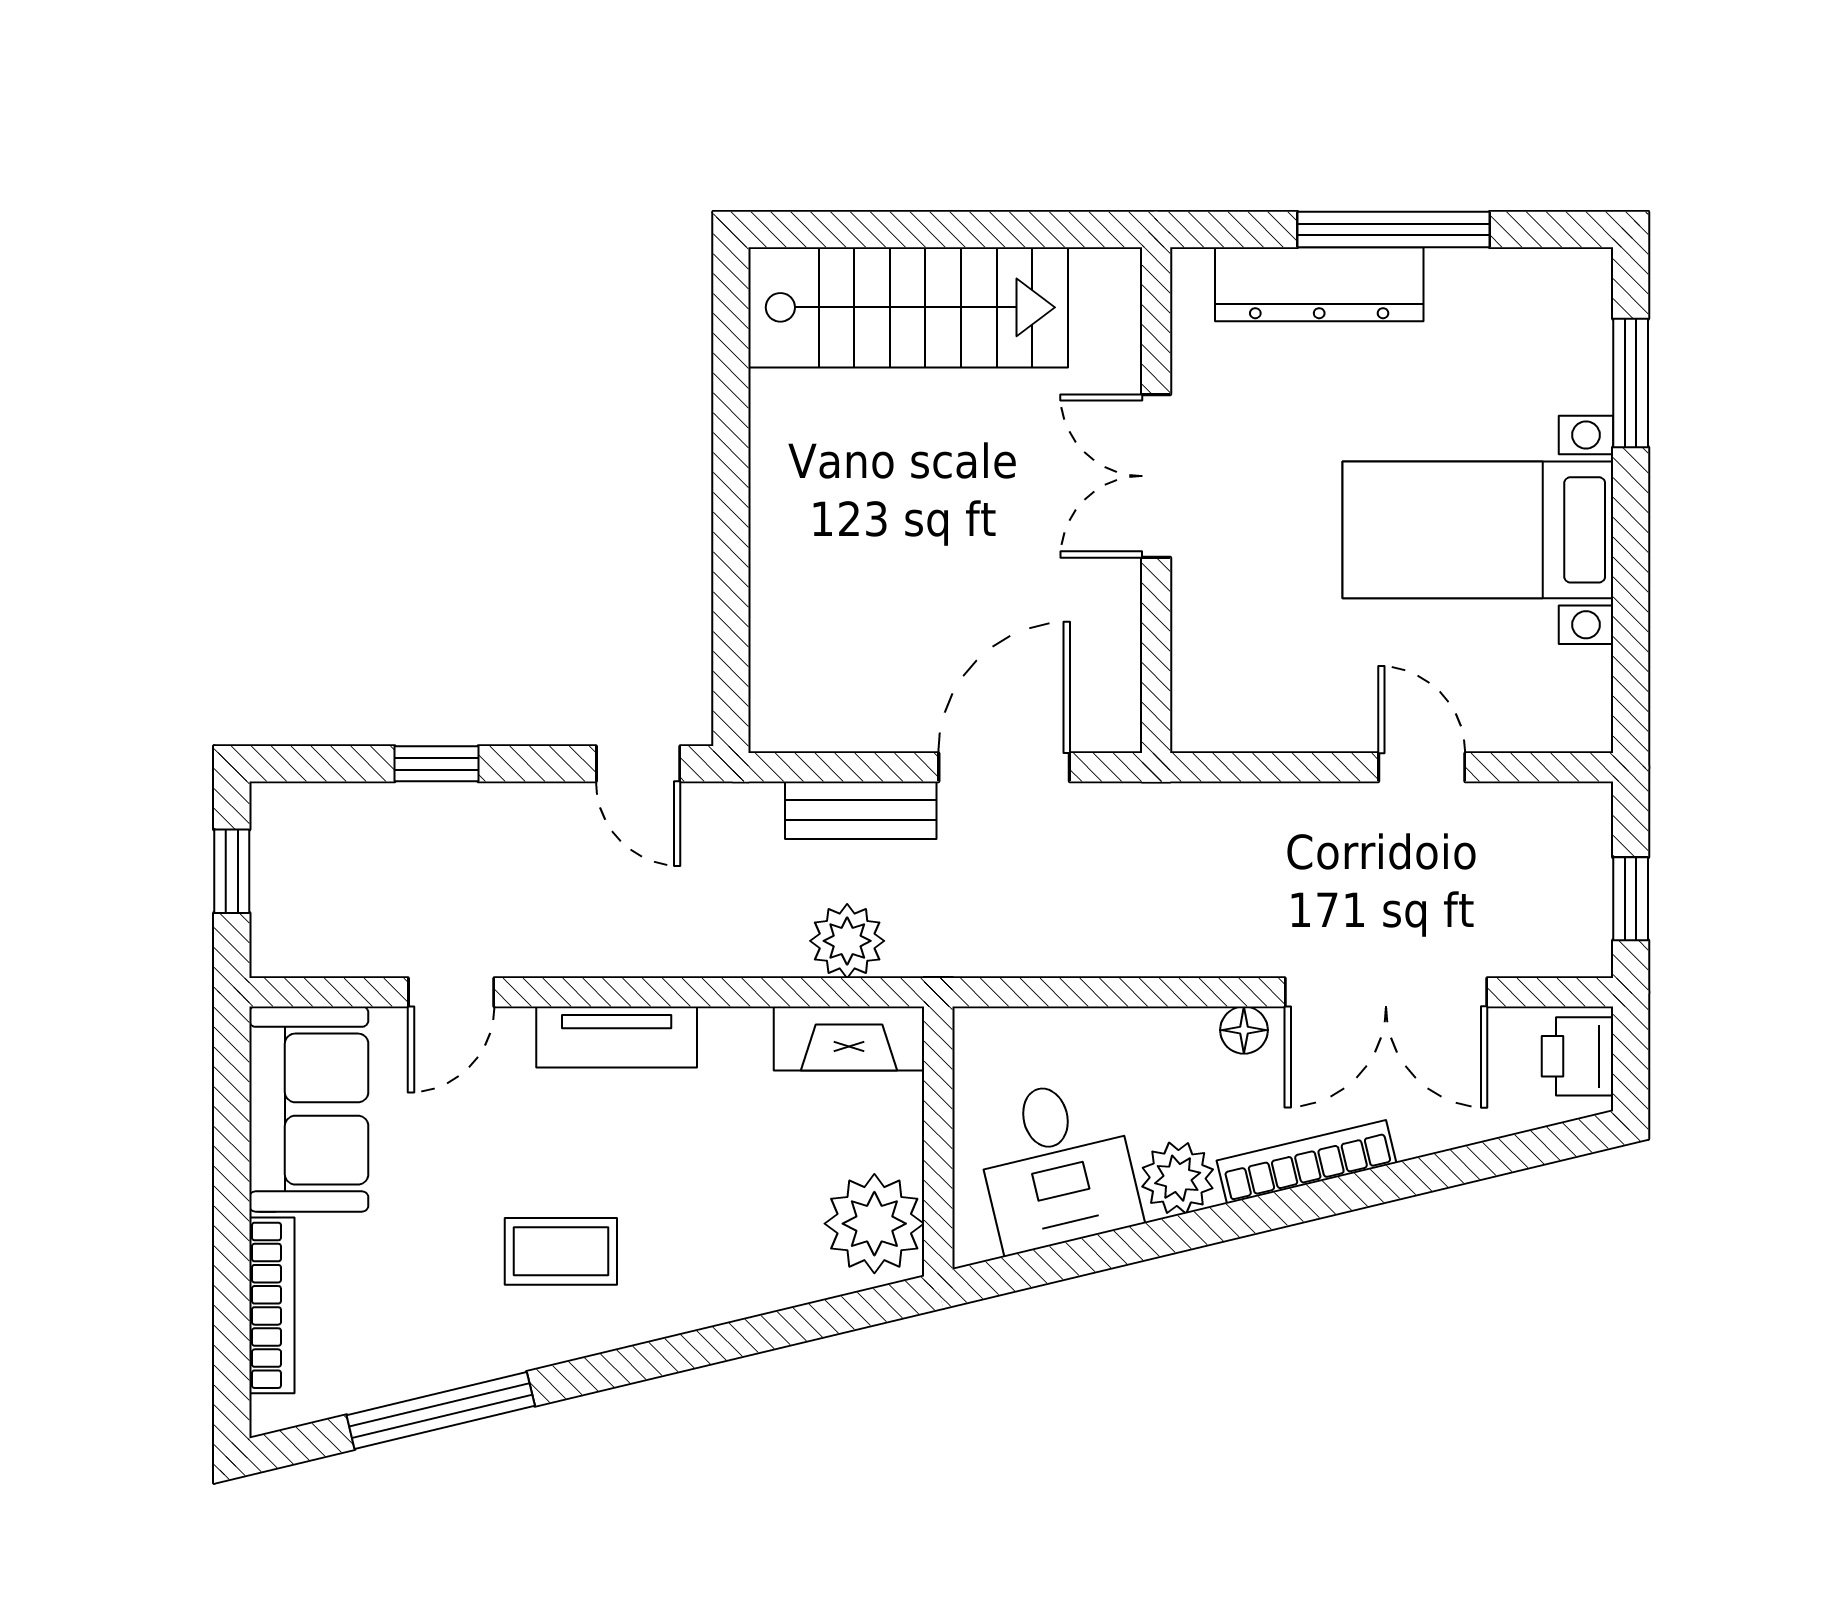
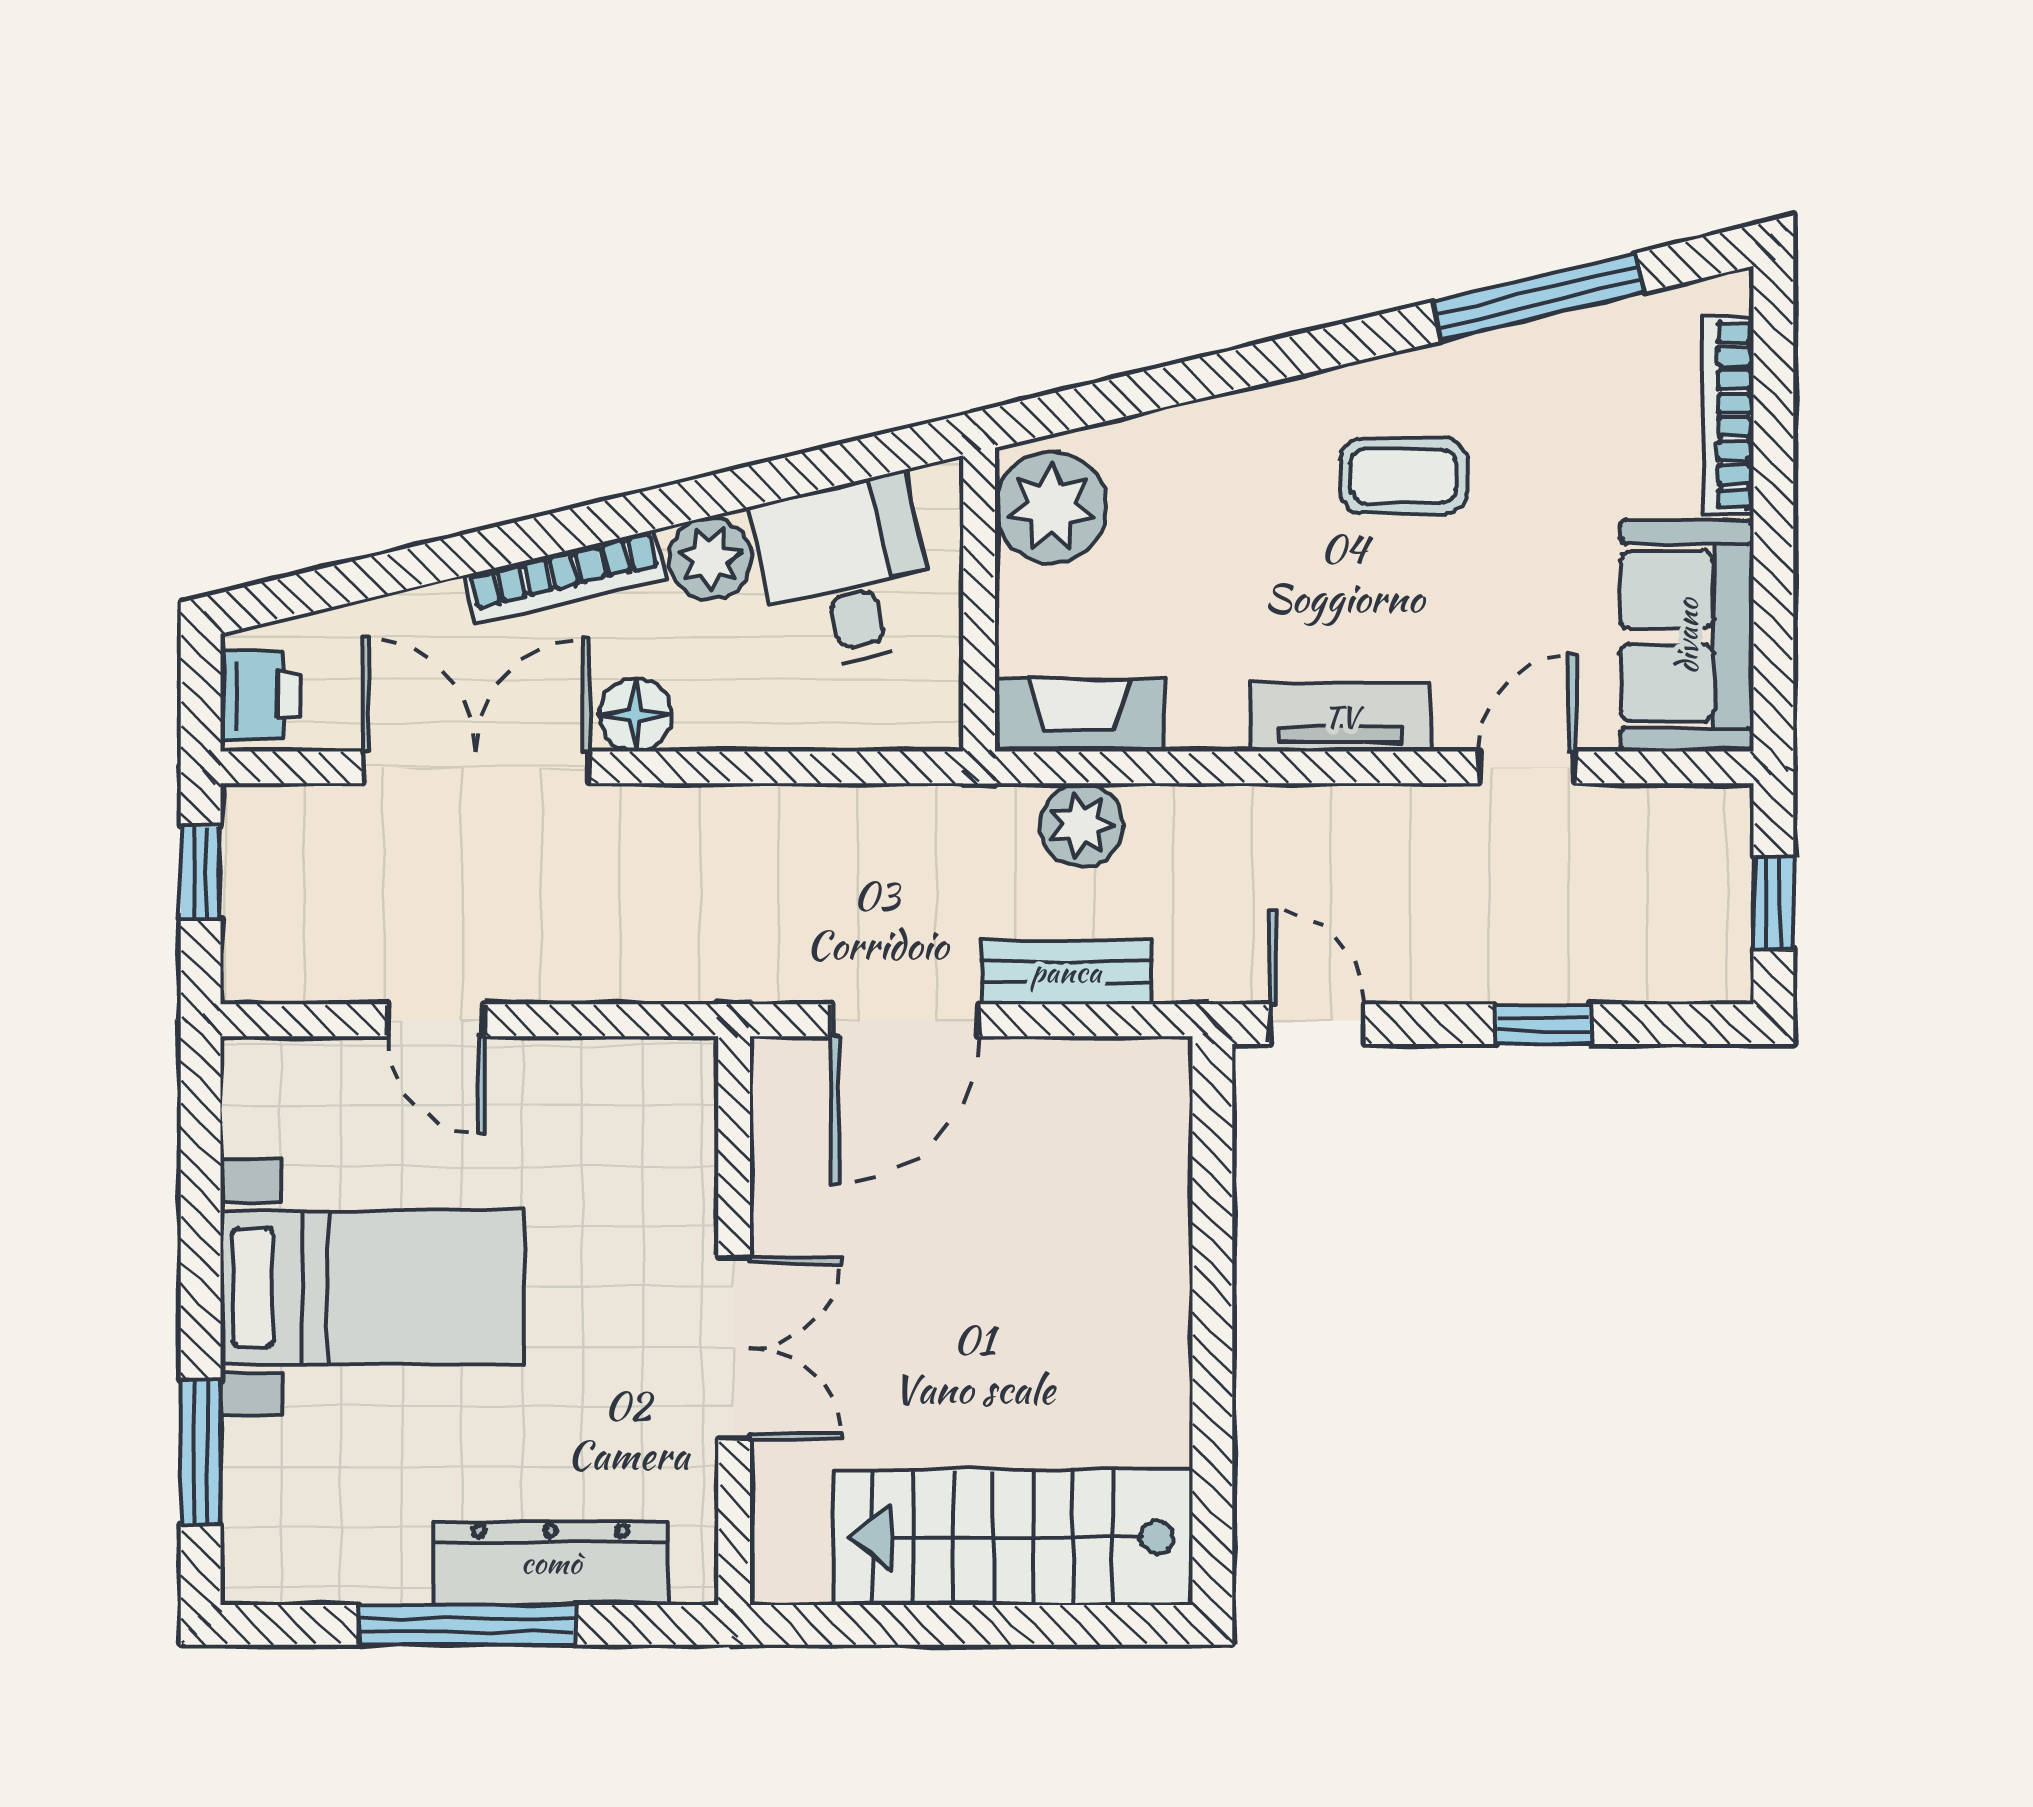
floor lamp: (1244, 1030) -> (635, 715), width x1.37, depth x1.37

